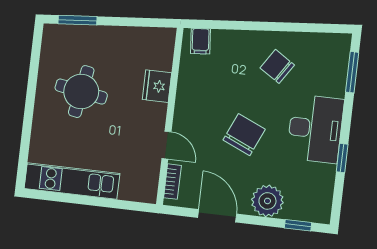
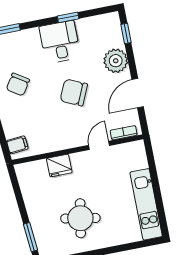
desk: (315, 129) -> (60, 42), width x0.73

